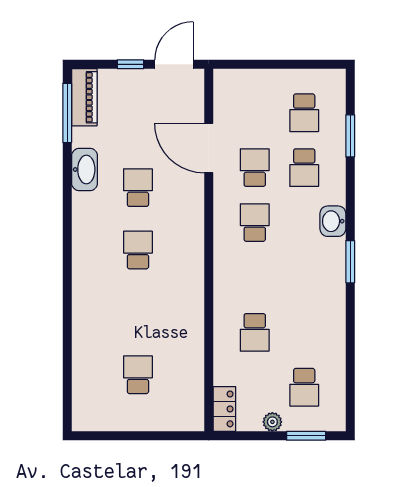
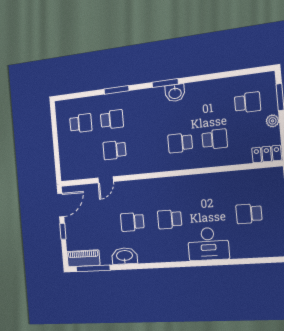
door: (174, 64) -> (61, 205), swing flipped
window: (350, 136) -> (116, 90), moved
door: (209, 148) -> (106, 180), width x0.53
washbasin: (333, 221) -> (175, 93), moved
school desk: (255, 223) -> (180, 143), moved
desk: (96, 308) -> (208, 244), added

